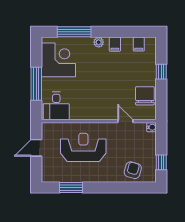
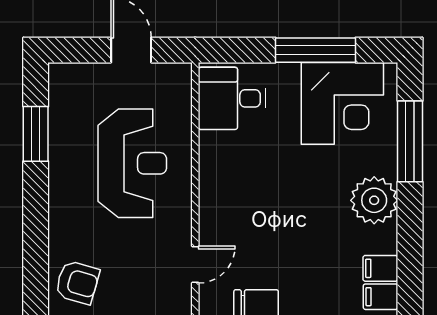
plant: (99, 42) -> (374, 200), width x1.88, depth x1.88
filing cabinet: (115, 44) -> (380, 268), moved
window: (36, 84) -> (316, 50), moved

